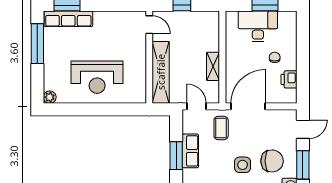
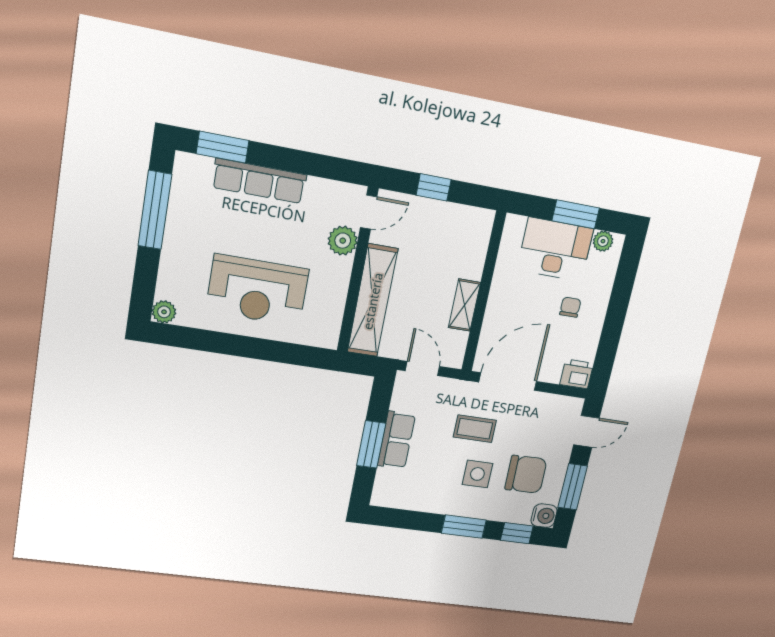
plant: (284, 17) -> (603, 241), added
row of seats: (68, 19) -> (259, 181), moved
door: (149, 25) -> (369, 212), hinge flipped
plant: (138, 42) -> (343, 241), added
printer: (289, 79) -> (577, 374), moved, turned 90
coffee table: (221, 128) -> (475, 429), moved, turned 90

